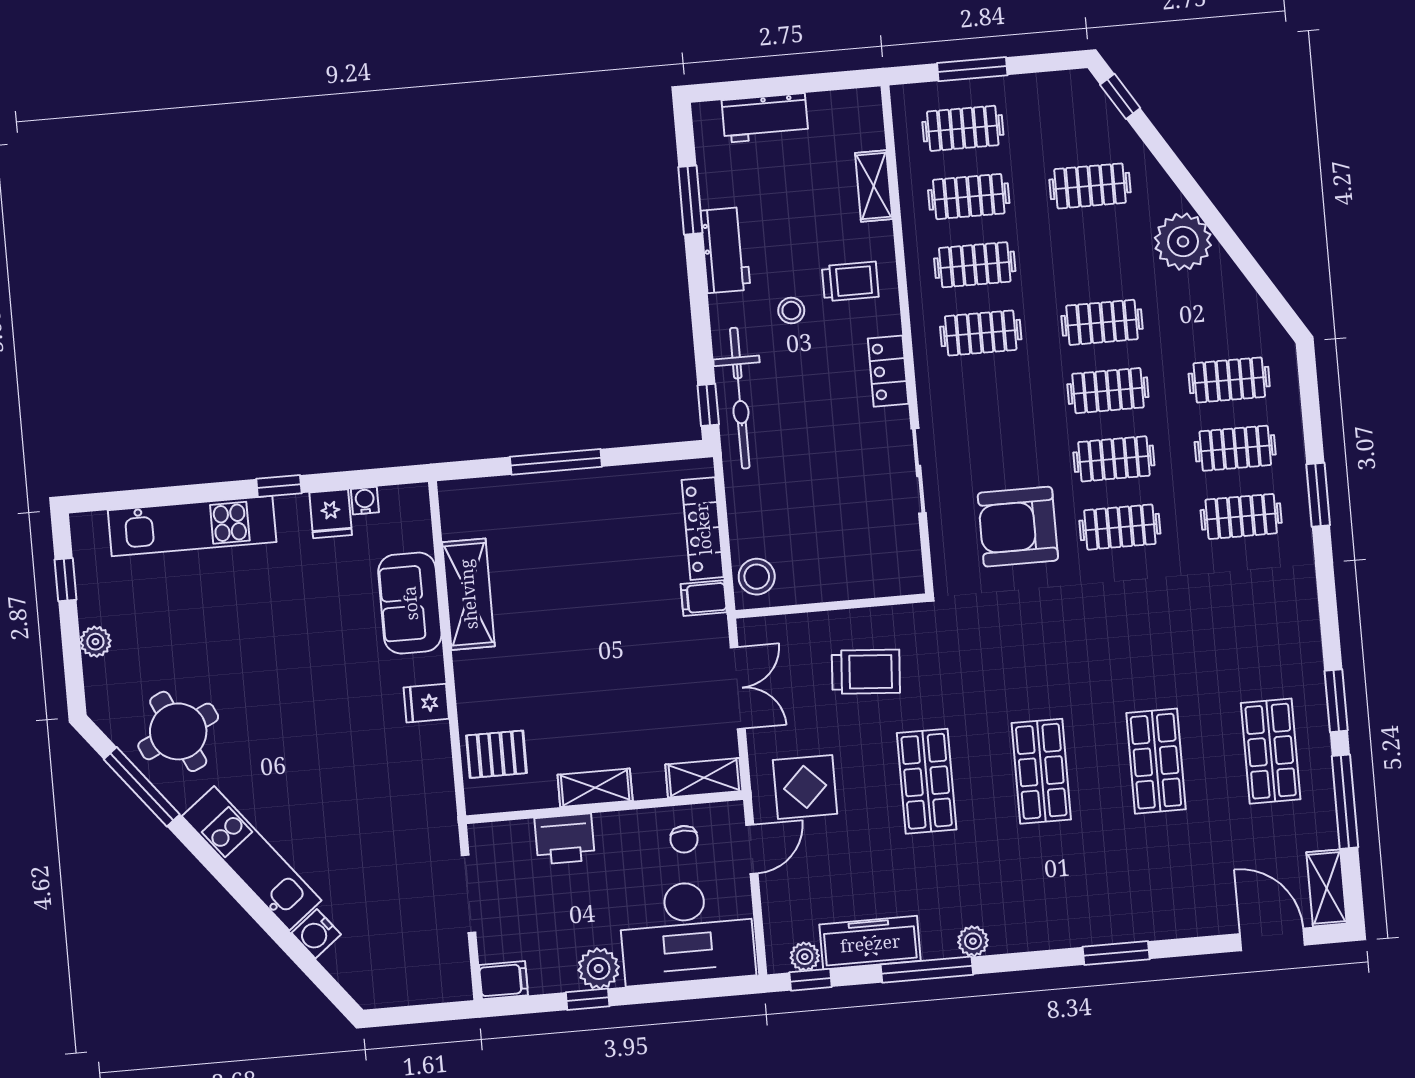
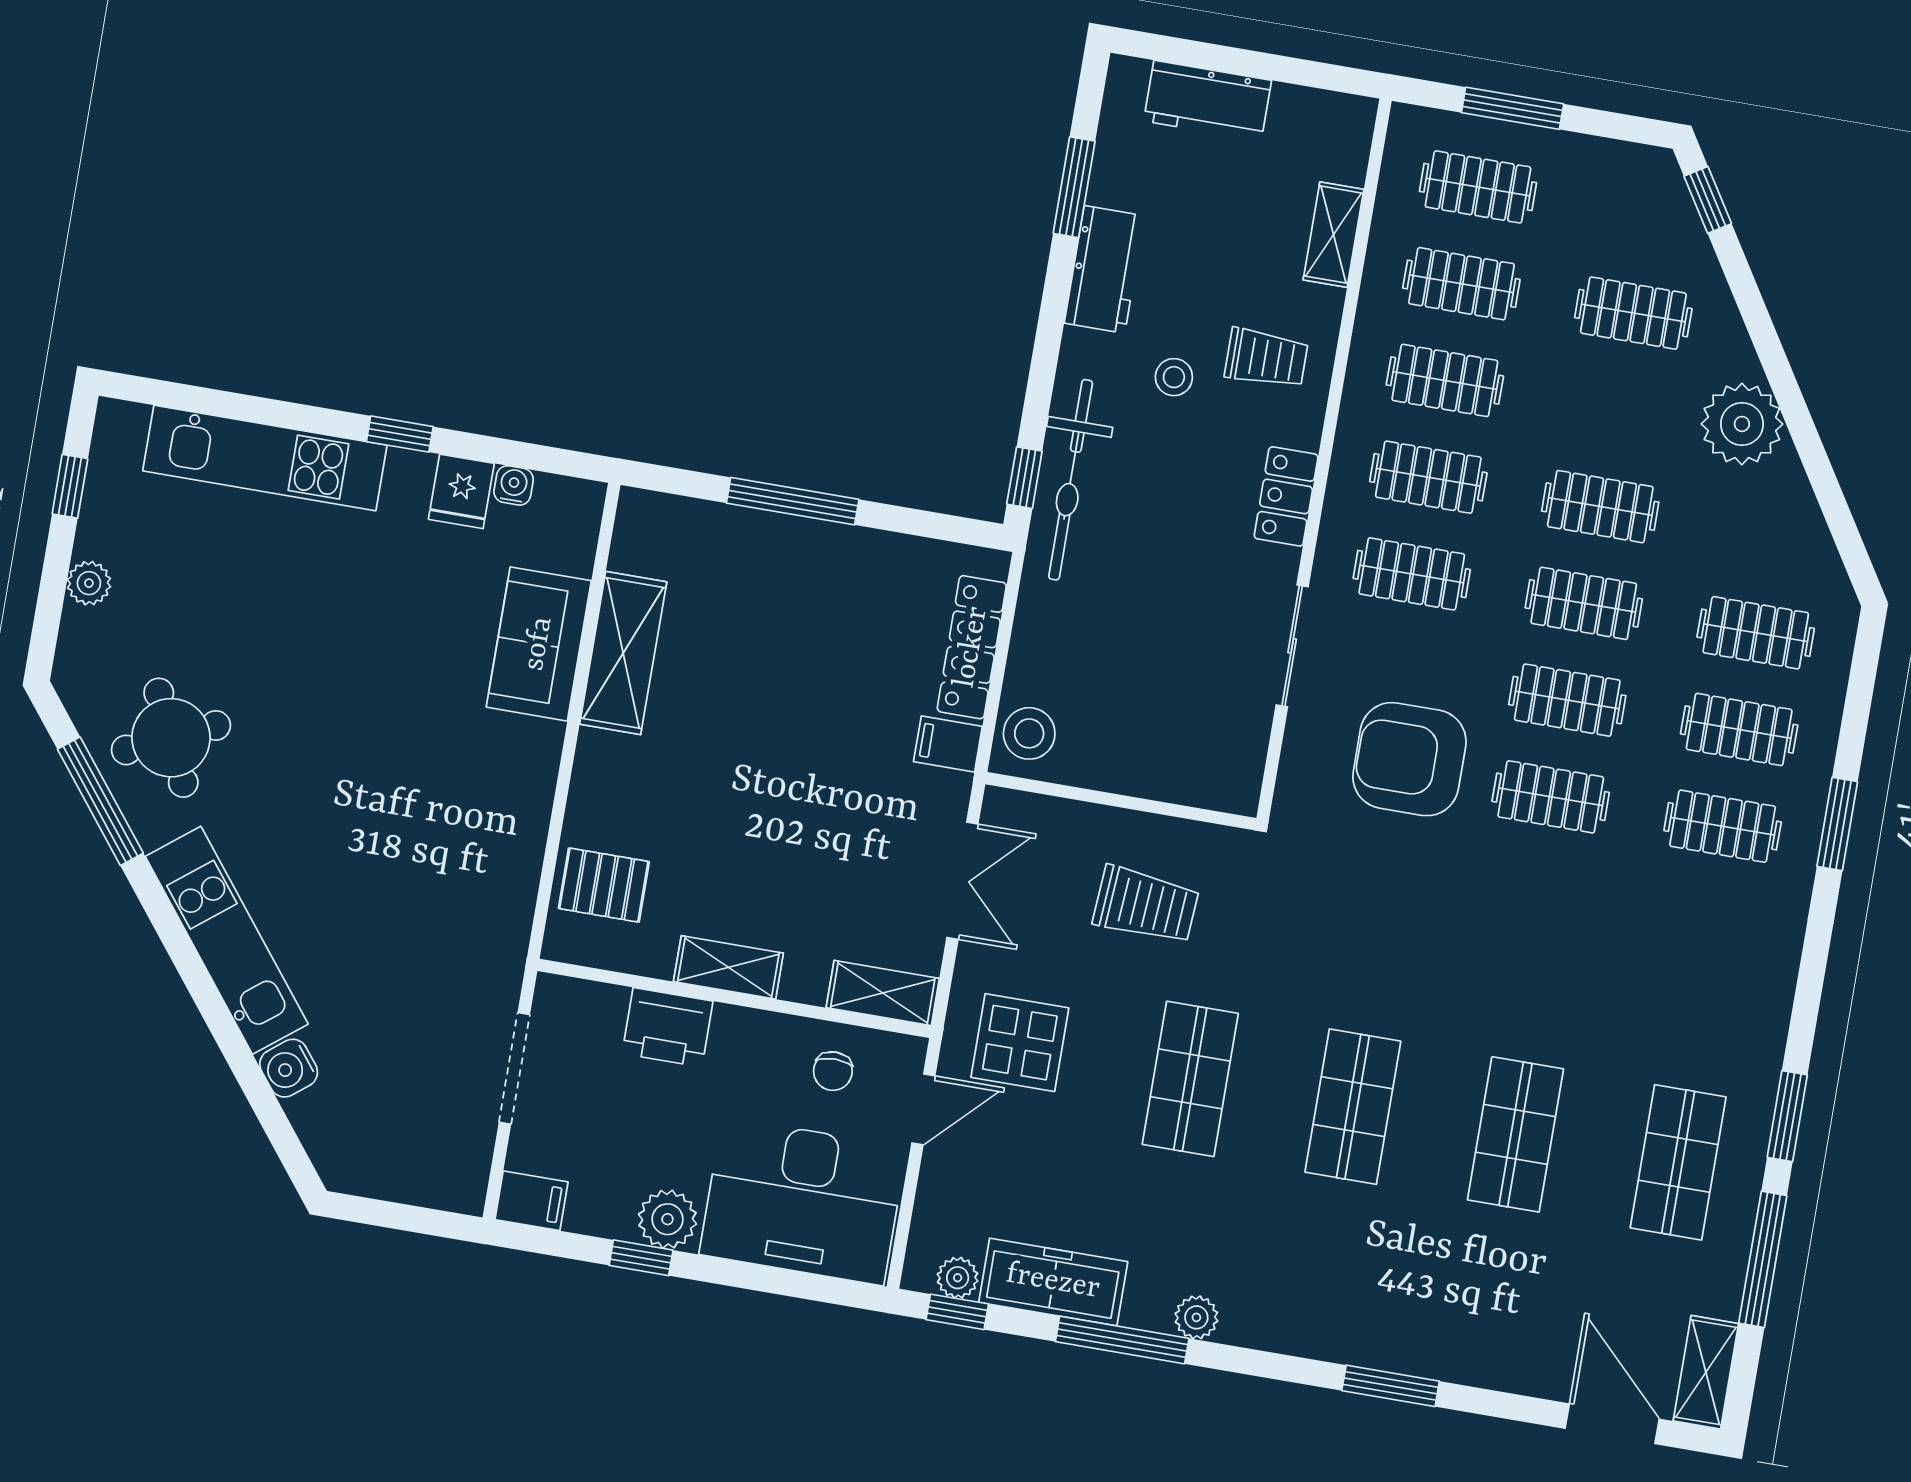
clothes rail: (987, 401) -> (1412, 574), added
fridge: (426, 703) -> (525, 789), removed

